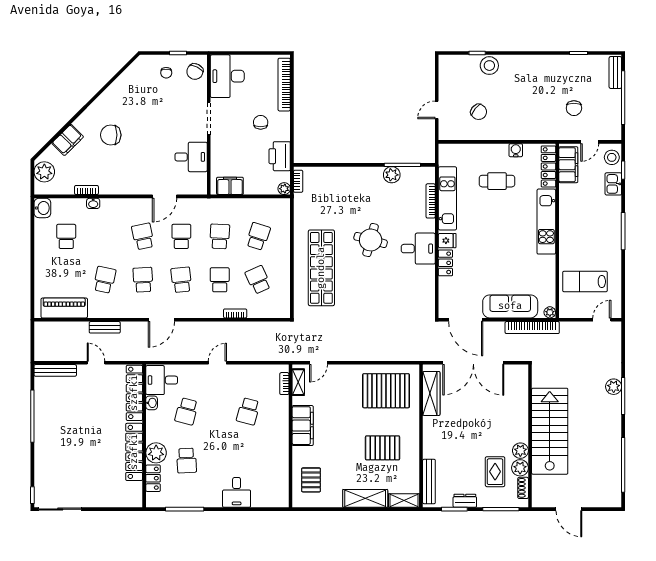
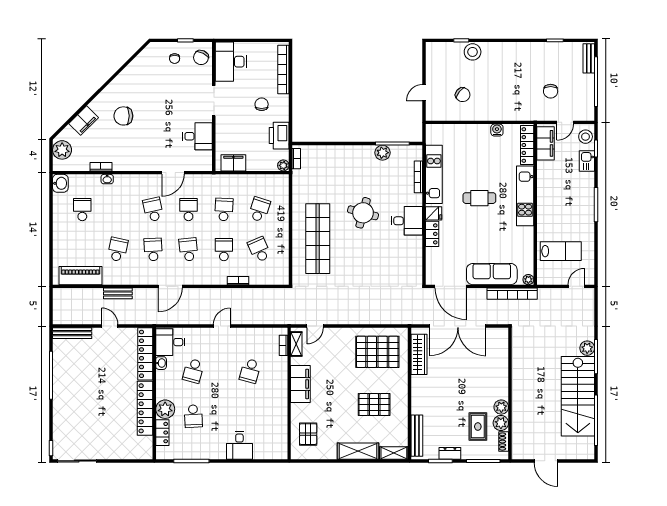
cafe table: (497, 181) -> (479, 198), moved
lab bench: (585, 282) -> (561, 251), turned 180
stairs: (550, 431) -> (578, 396), moved, turned 180

